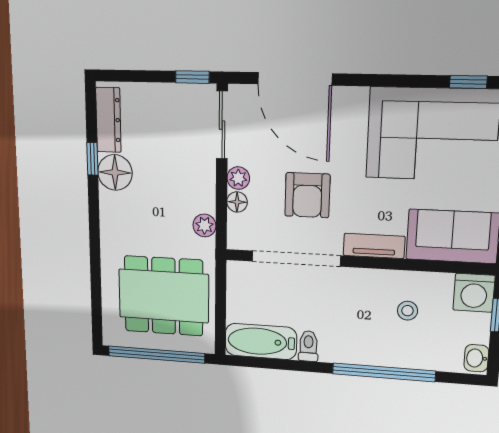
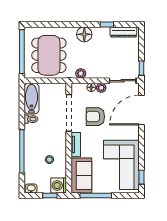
floor lamp: (115, 172) -> (84, 34), moved

